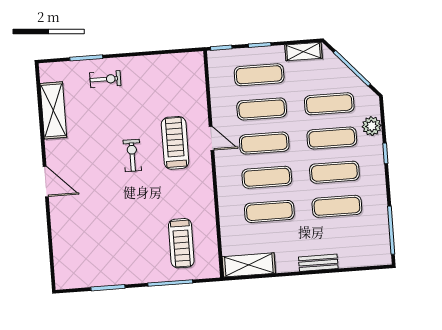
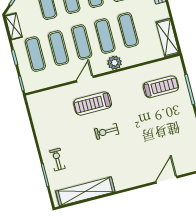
shelving: (53, 110) -> (85, 191), width x1.47
door: (46, 182) -> (166, 180), moved
plant: (227, 184) -> (115, 63), added

